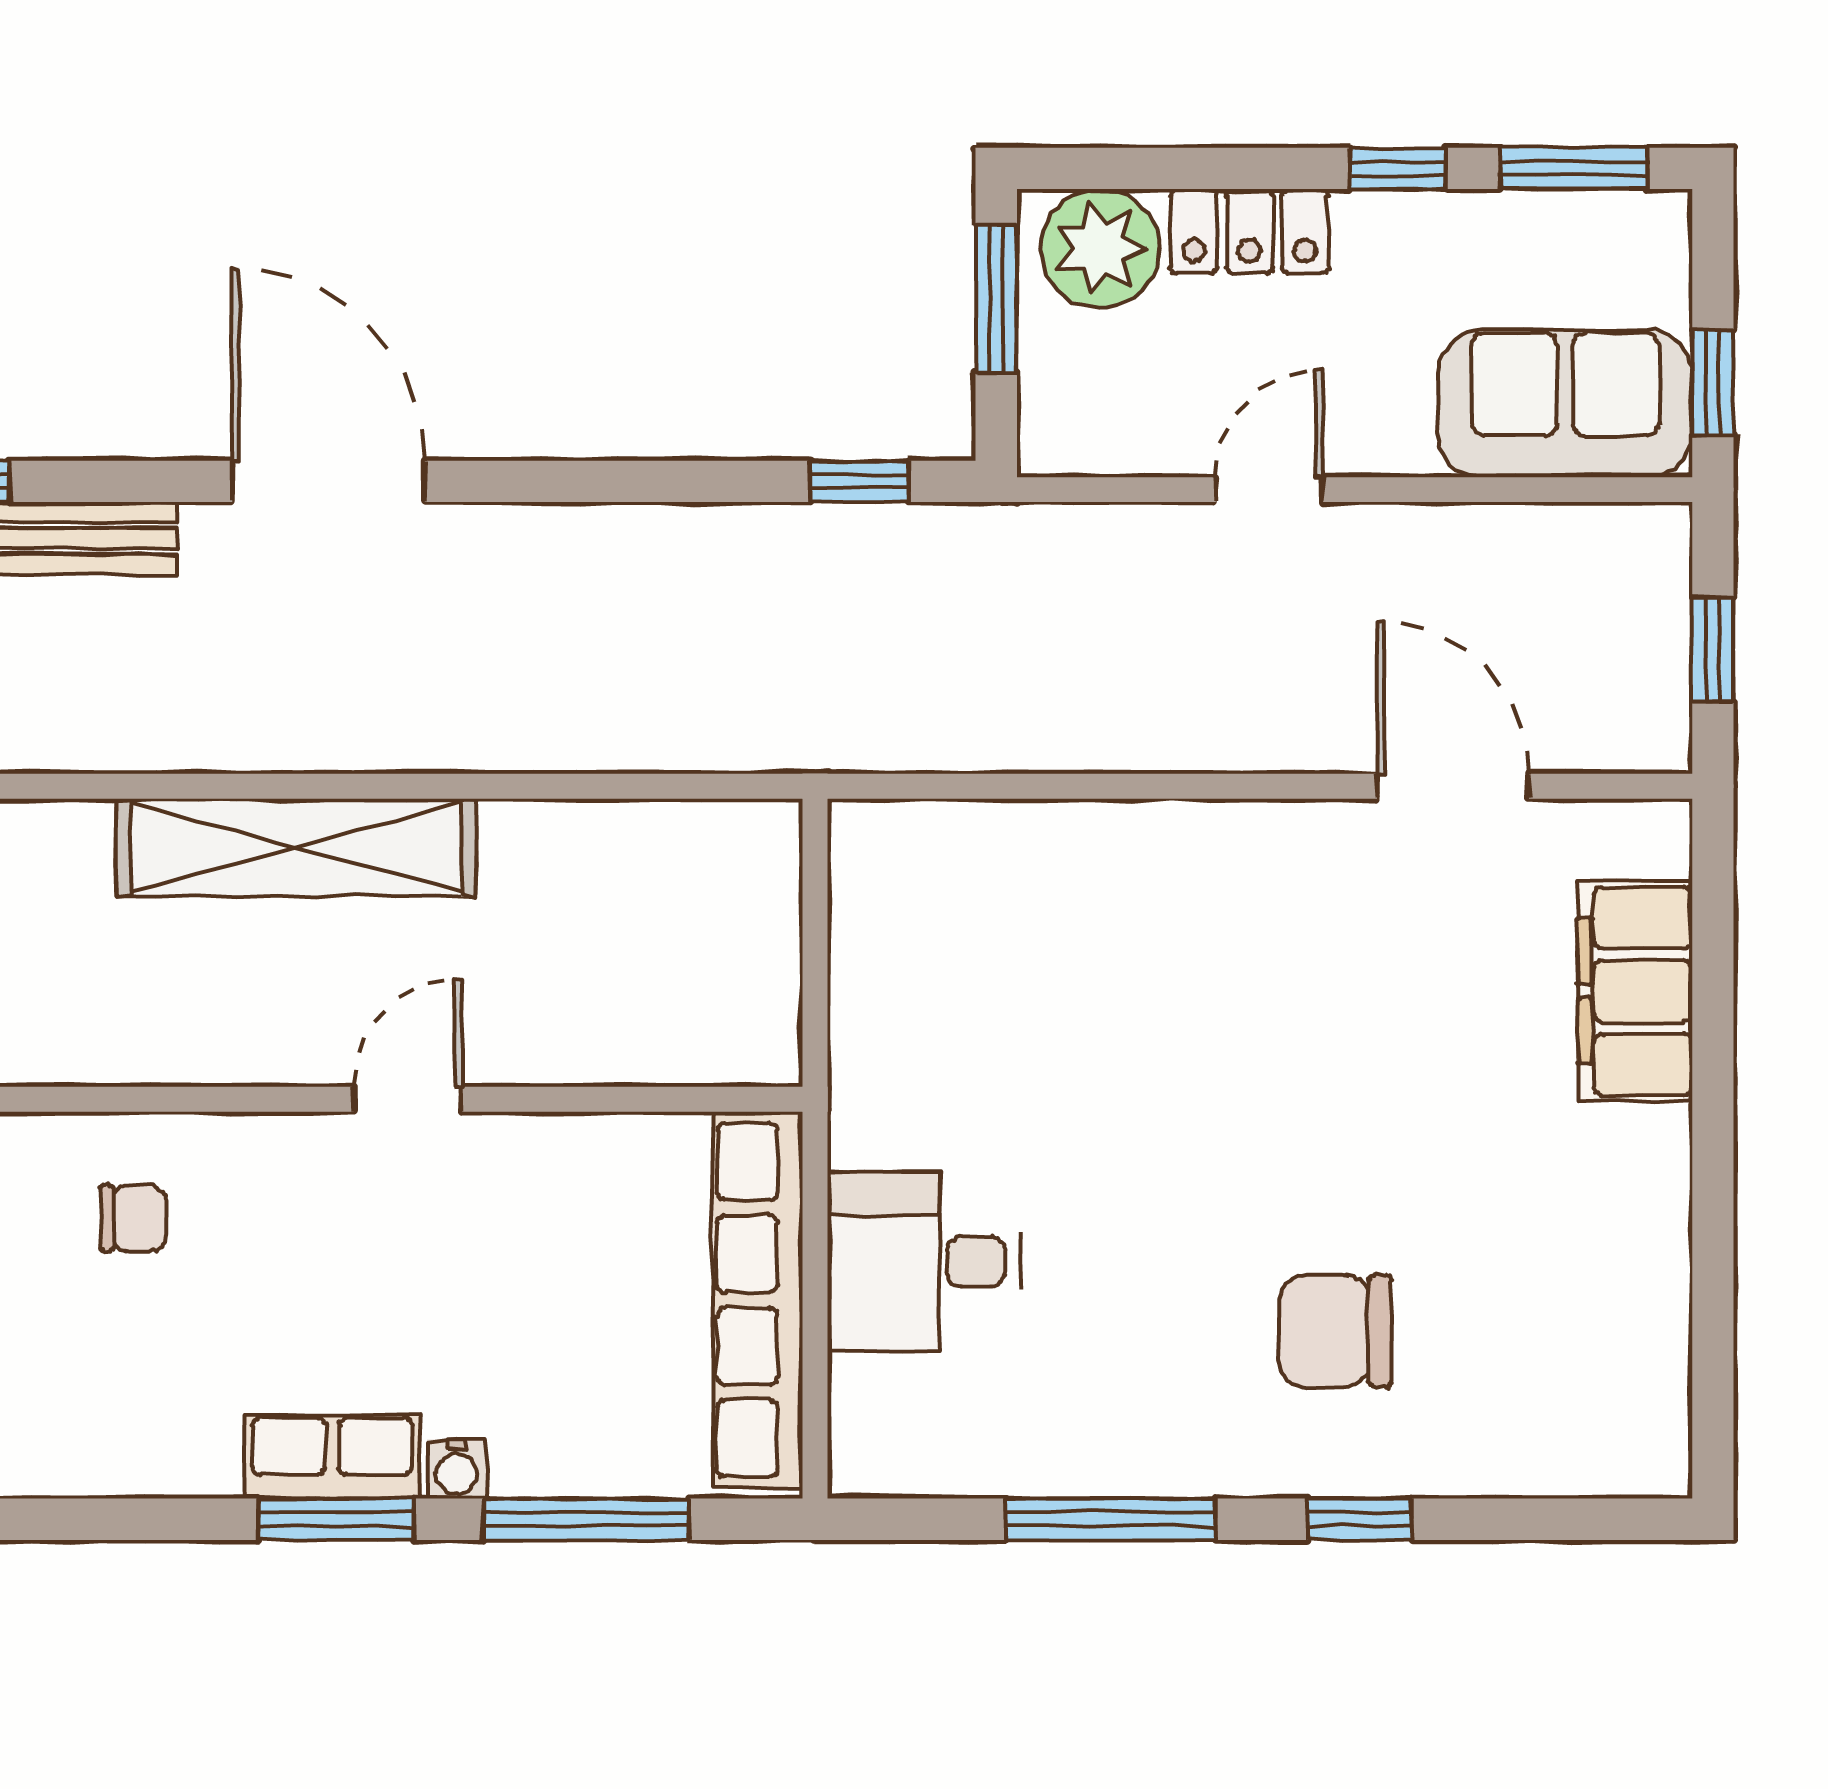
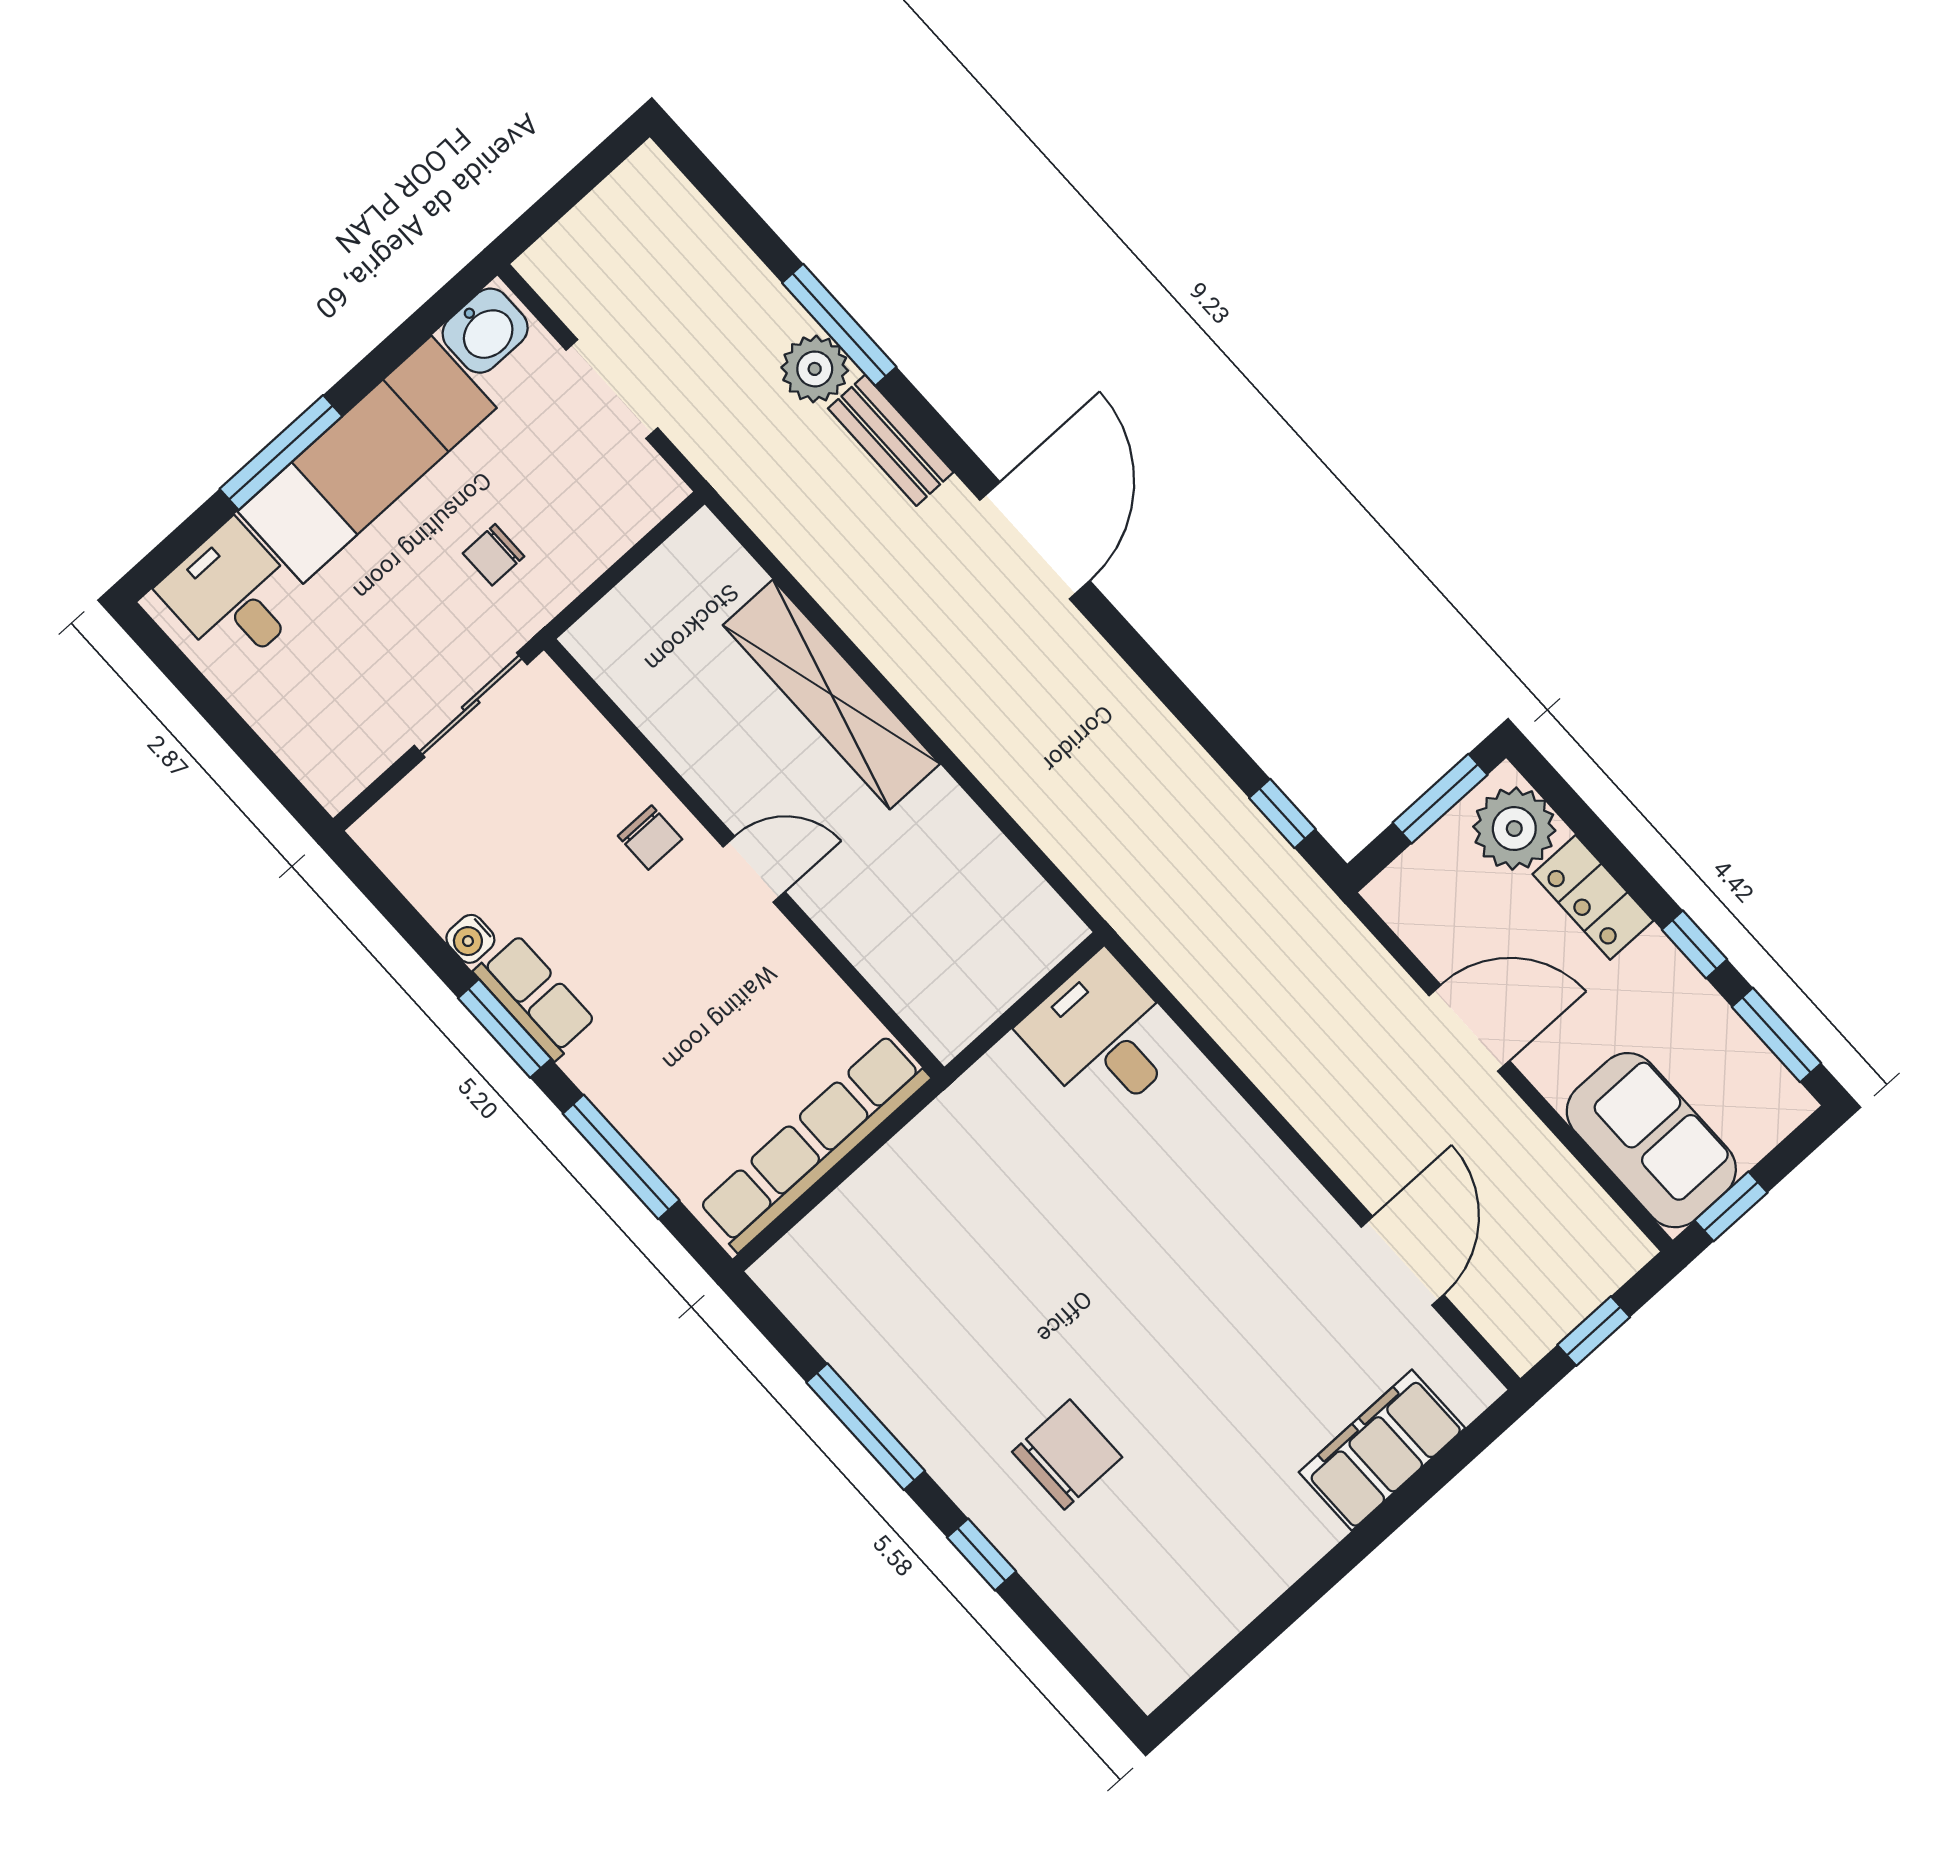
door: (1269, 490) -> (1469, 1028), width x1.38
chair: (133, 1218) -> (650, 838), moved
desk: (924, 1261) -> (1103, 1036), moved
chair: (1335, 1331) -> (1067, 1454), turned 90
water cooler: (457, 1469) -> (470, 939), moved

